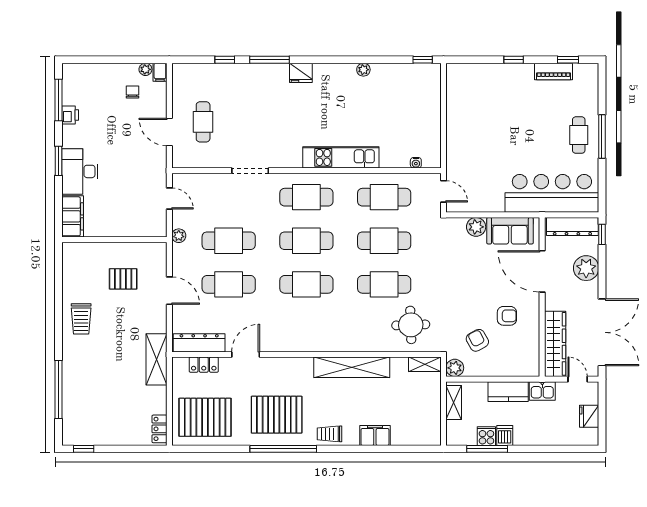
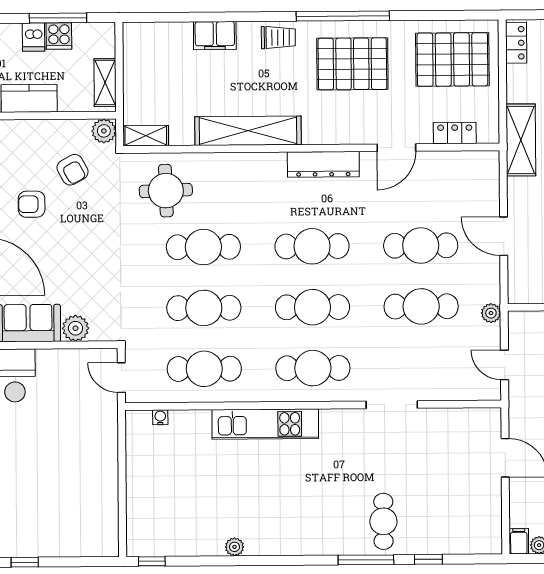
fridge: (301, 73) -> (322, 542), removed
cafe table: (203, 122) -> (383, 521), moved
dresser: (199, 343) -> (323, 164), moved

